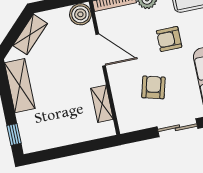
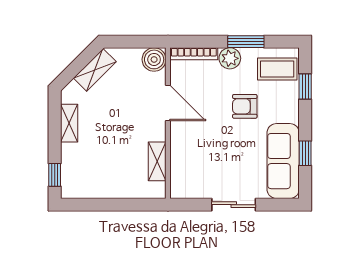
shelving: (20, 86) -> (69, 123), width x0.67, depth x0.75
armchair: (153, 87) -> (217, 155), removed

